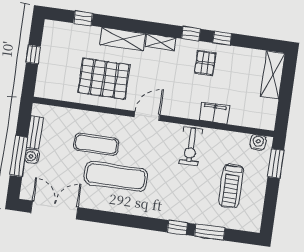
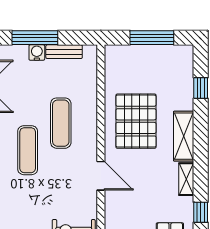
window: (33, 55) -> (152, 38), width x2.17
exercise mat: (116, 176) -> (28, 150), width x0.73, depth x0.69

